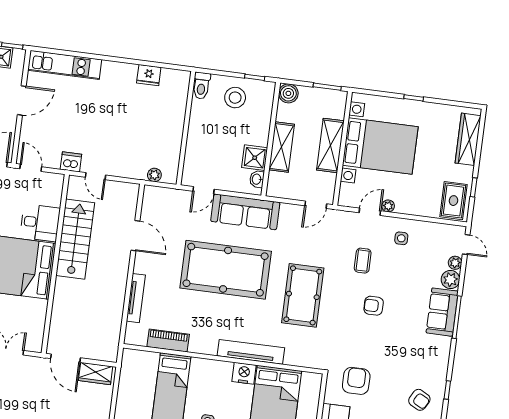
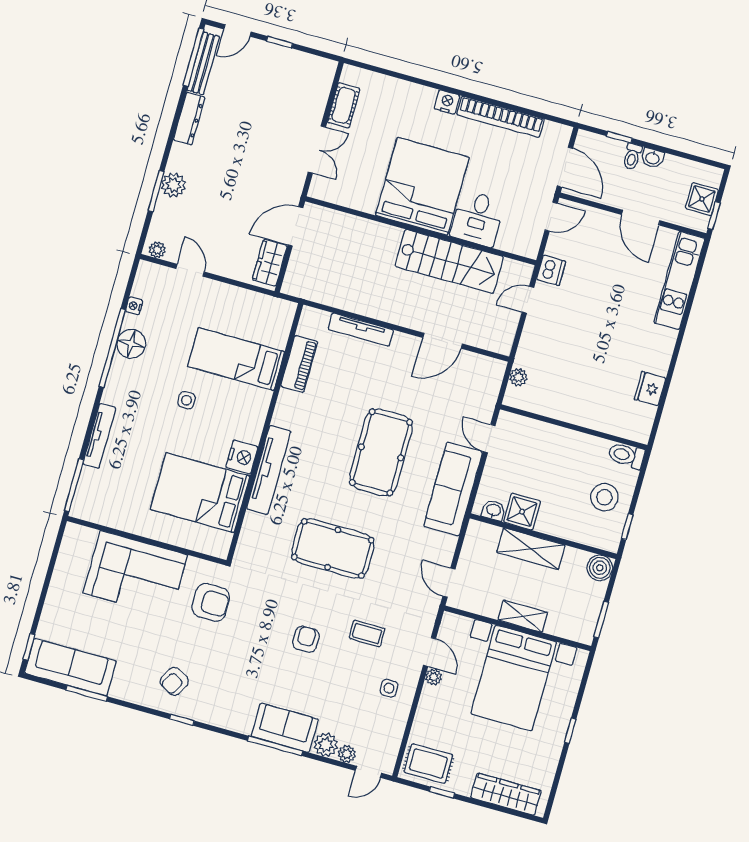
shelving: (330, 145) -> (523, 616), width x0.67, depth x0.75
pool table: (226, 270) -> (381, 452), width x0.73, depth x0.76

